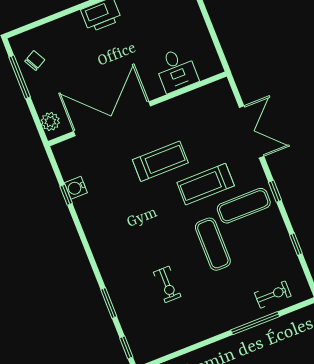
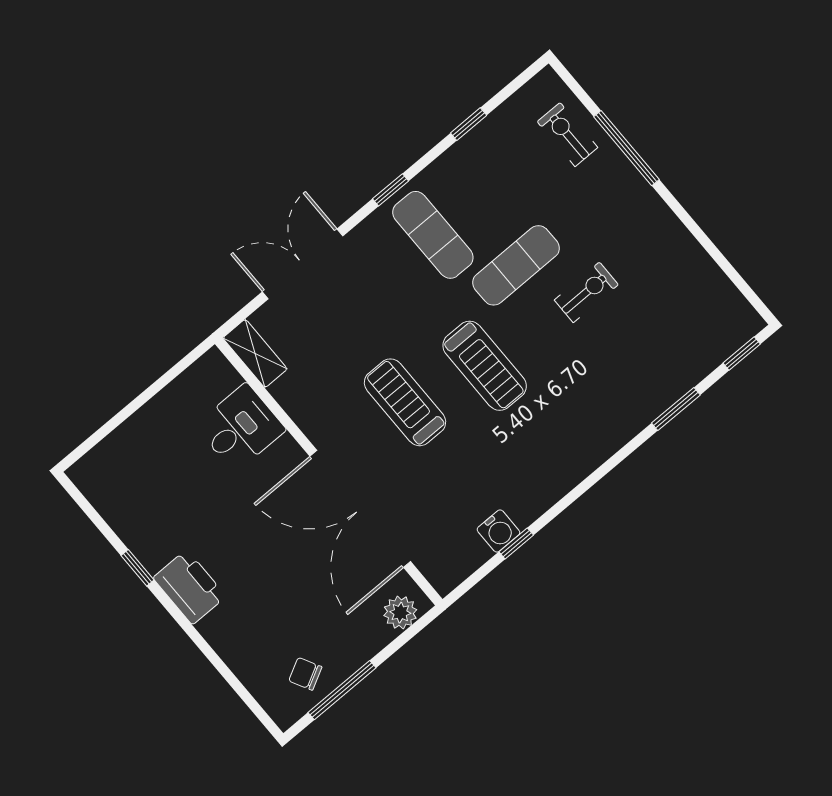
shelving: (213, 91) -> (255, 353), added
treadmill: (206, 184) -> (485, 366), moved
exercise bike: (167, 284) -> (586, 292), moved

